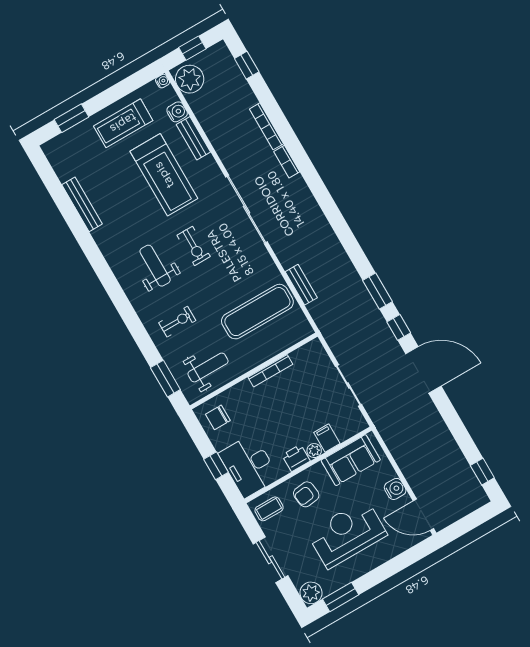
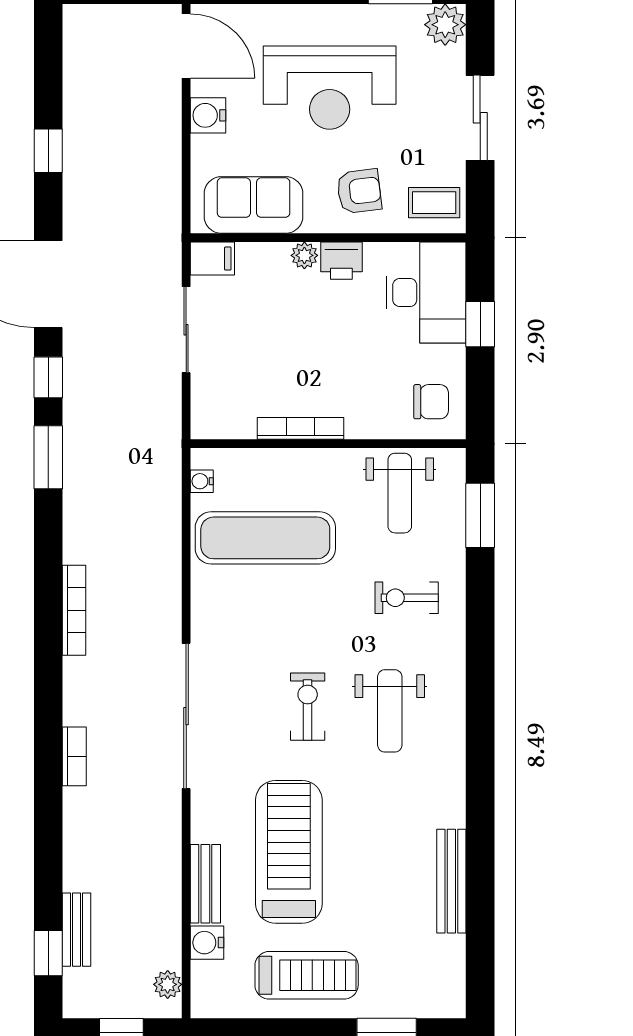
plant: (190, 79) -> (168, 984), width x0.53, depth x0.53
water cooler: (163, 81) -> (202, 481), moved
bookcase: (266, 126) -> (74, 610), moved
bench: (301, 285) -> (76, 930), moved
weight bench: (208, 367) -> (400, 493), turned -90
filing cabinet: (327, 438) -> (212, 259), moved, turned -90
window: (482, 472) -> (48, 151), moved

